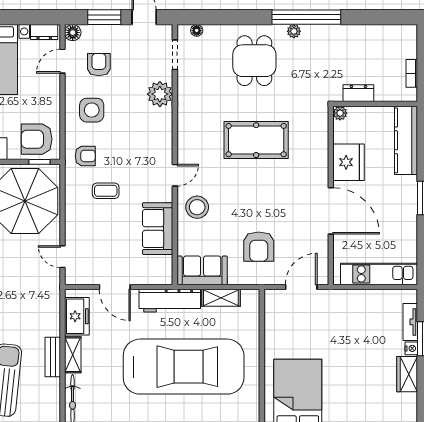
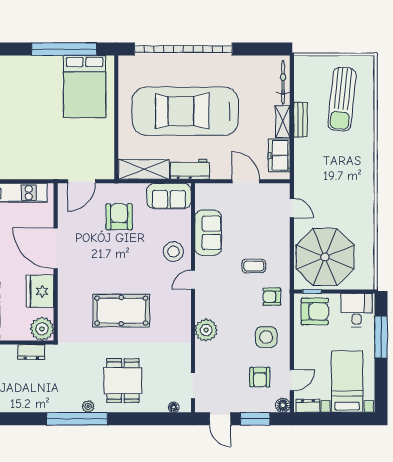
plant: (160, 94) -> (206, 330), moved
plant: (340, 113) -> (42, 329), width x1.88, depth x1.88
shelving: (221, 298) -> (144, 169), width x1.50, depth x1.33
workbench: (170, 301) -> (190, 169), width x0.73

